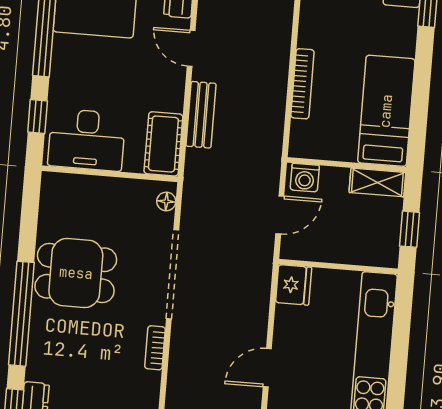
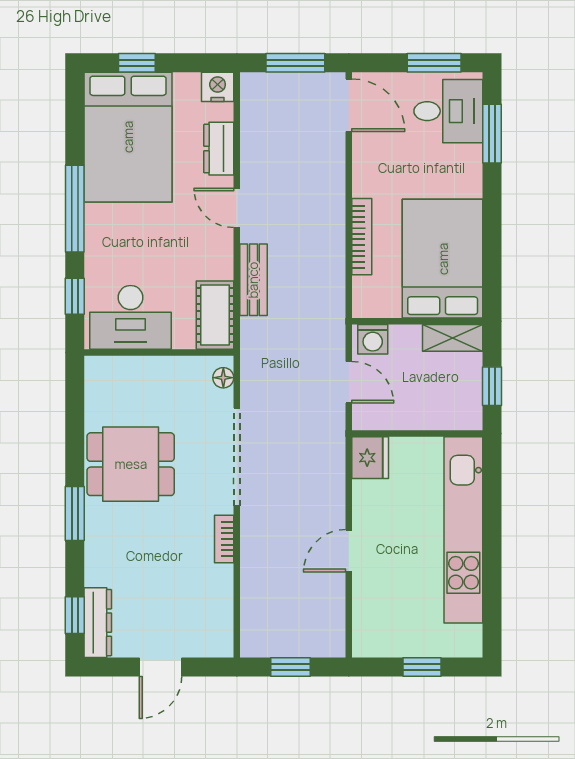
bed: (386, 111) -> (443, 259), width x1.50
door: (280, 215) -> (349, 382), hinge flipped
window: (21, 314) -> (75, 514), width x0.47

